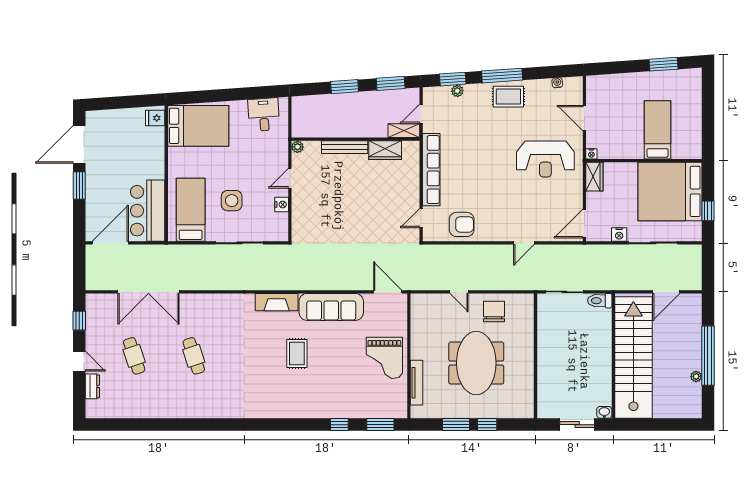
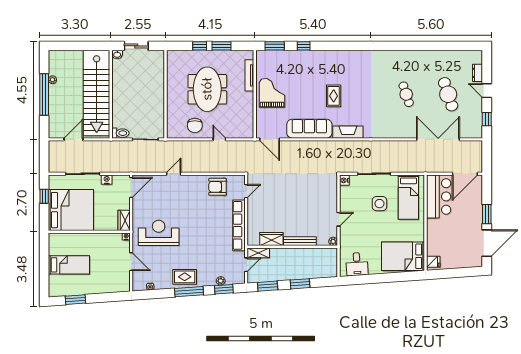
bed: (658, 130) -> (69, 265), moved, turned -90
nightstand: (282, 204) -> (344, 180), moved
cafe table: (134, 356) -> (448, 94), width x1.37, depth x1.35

